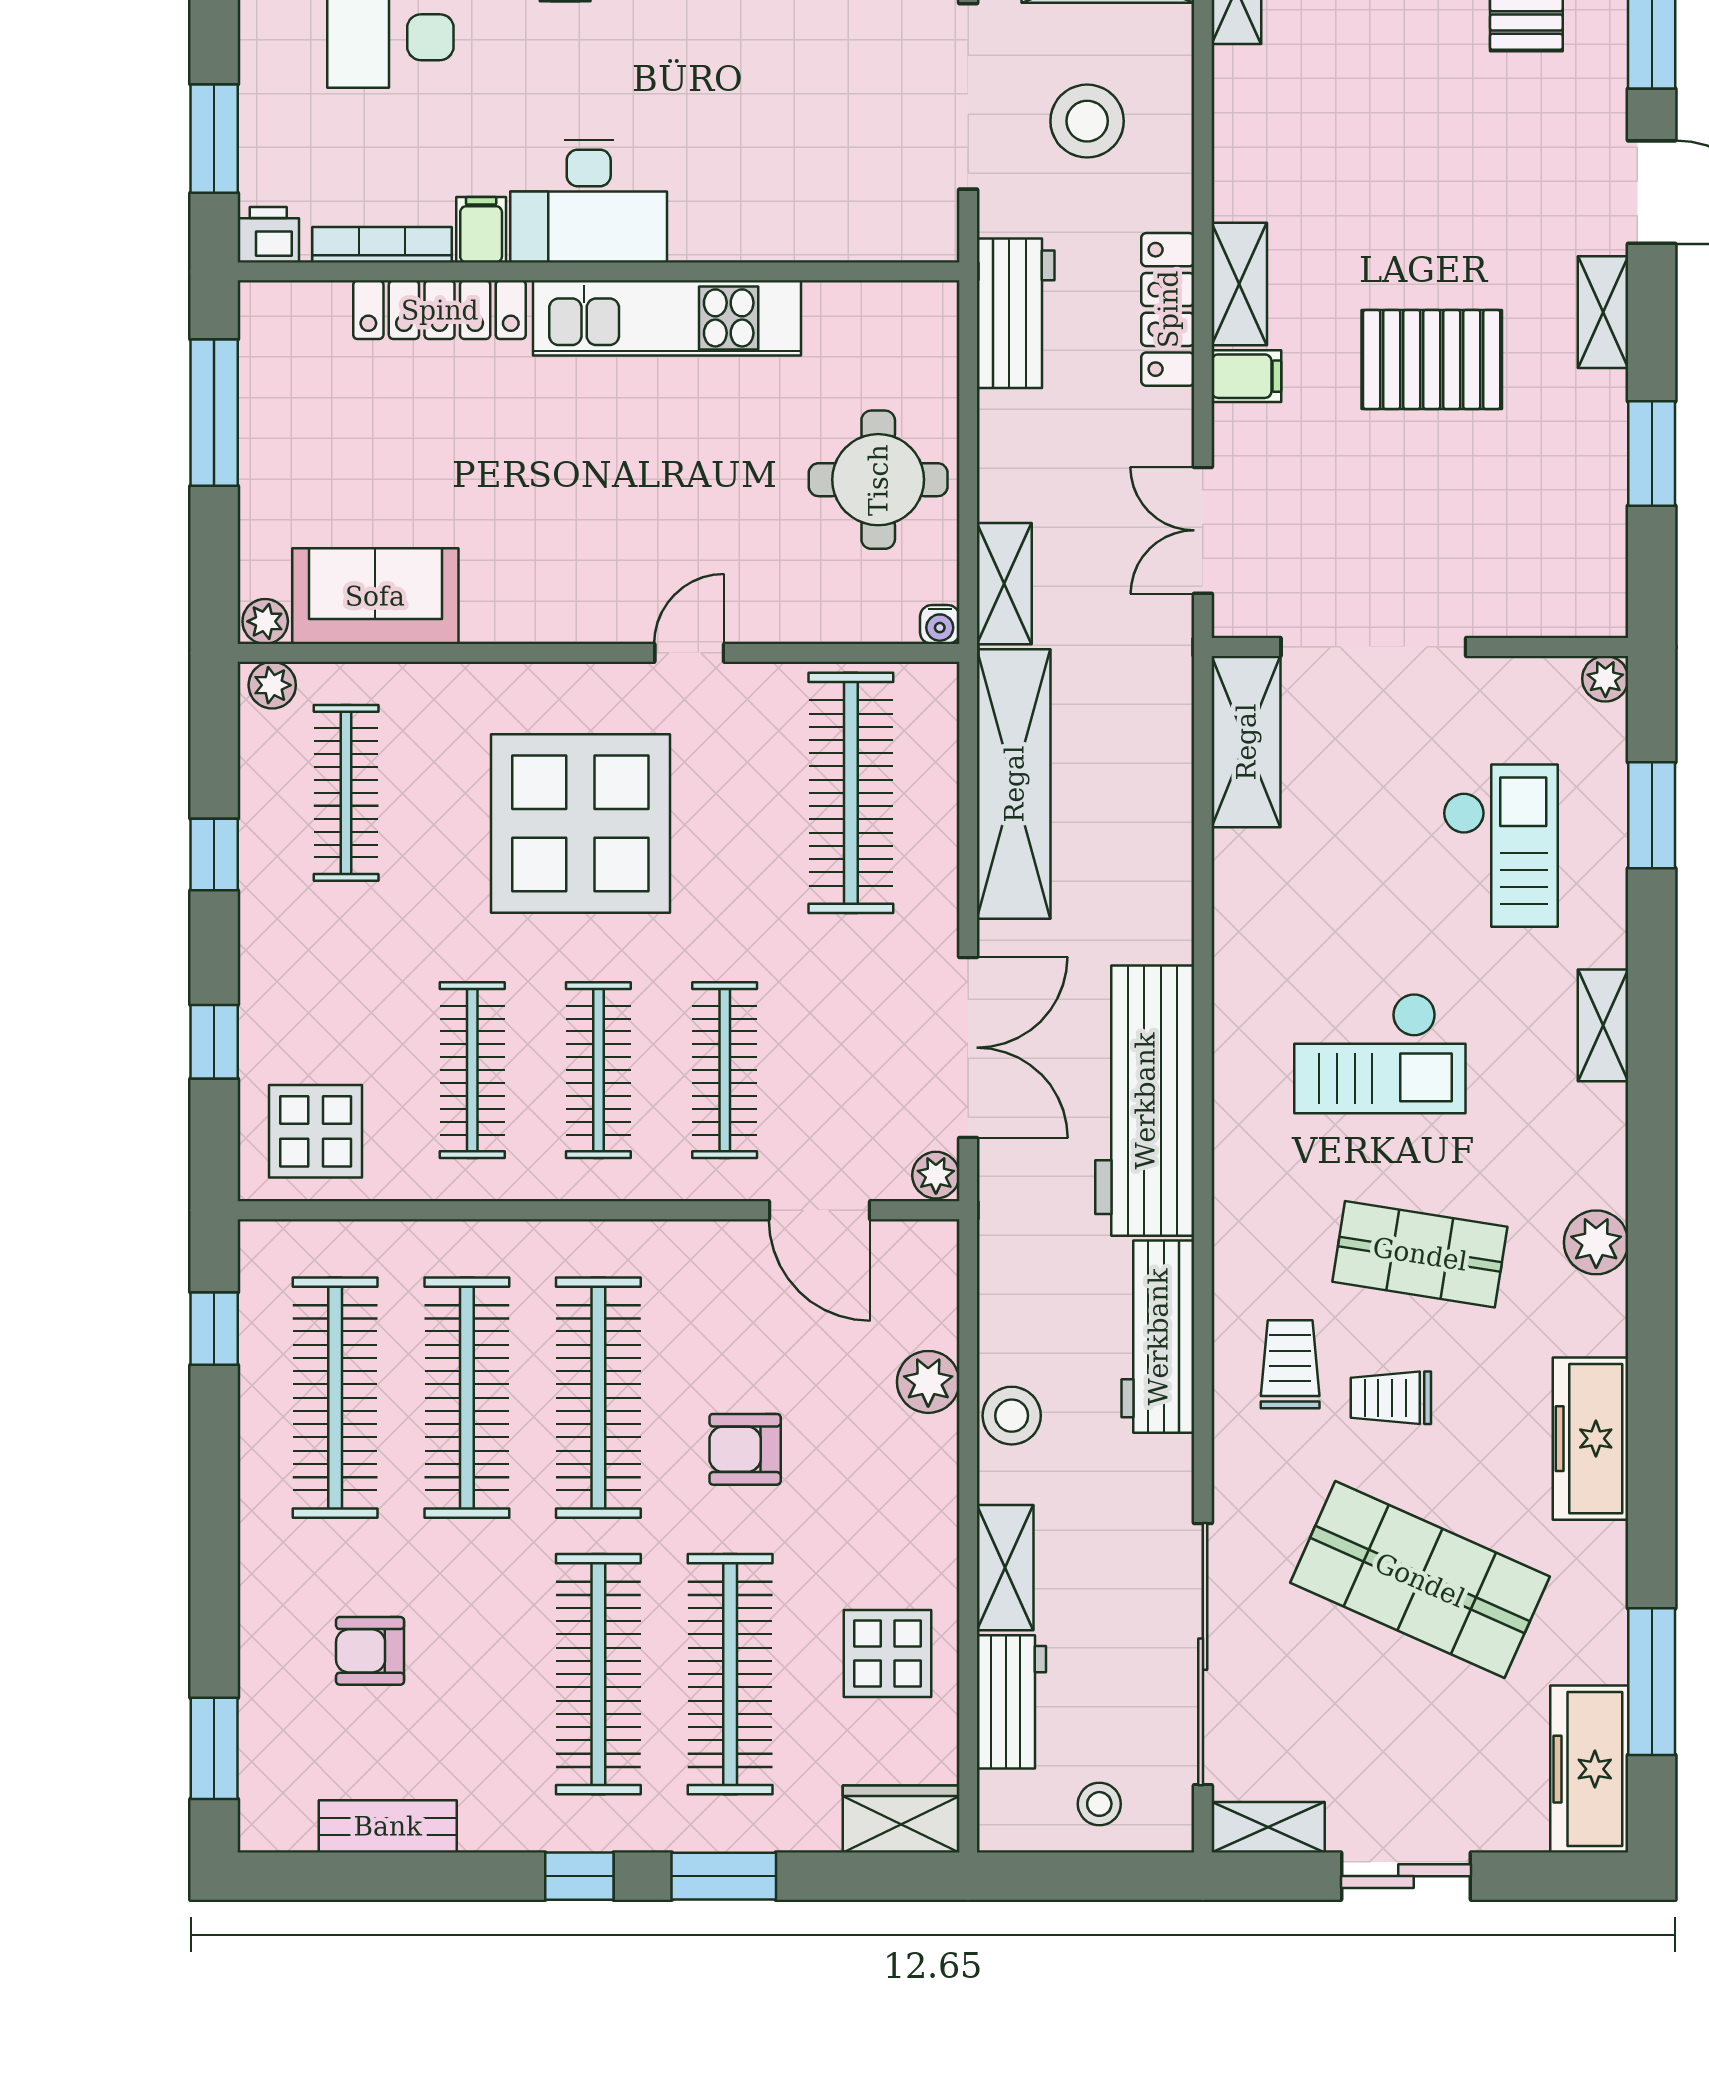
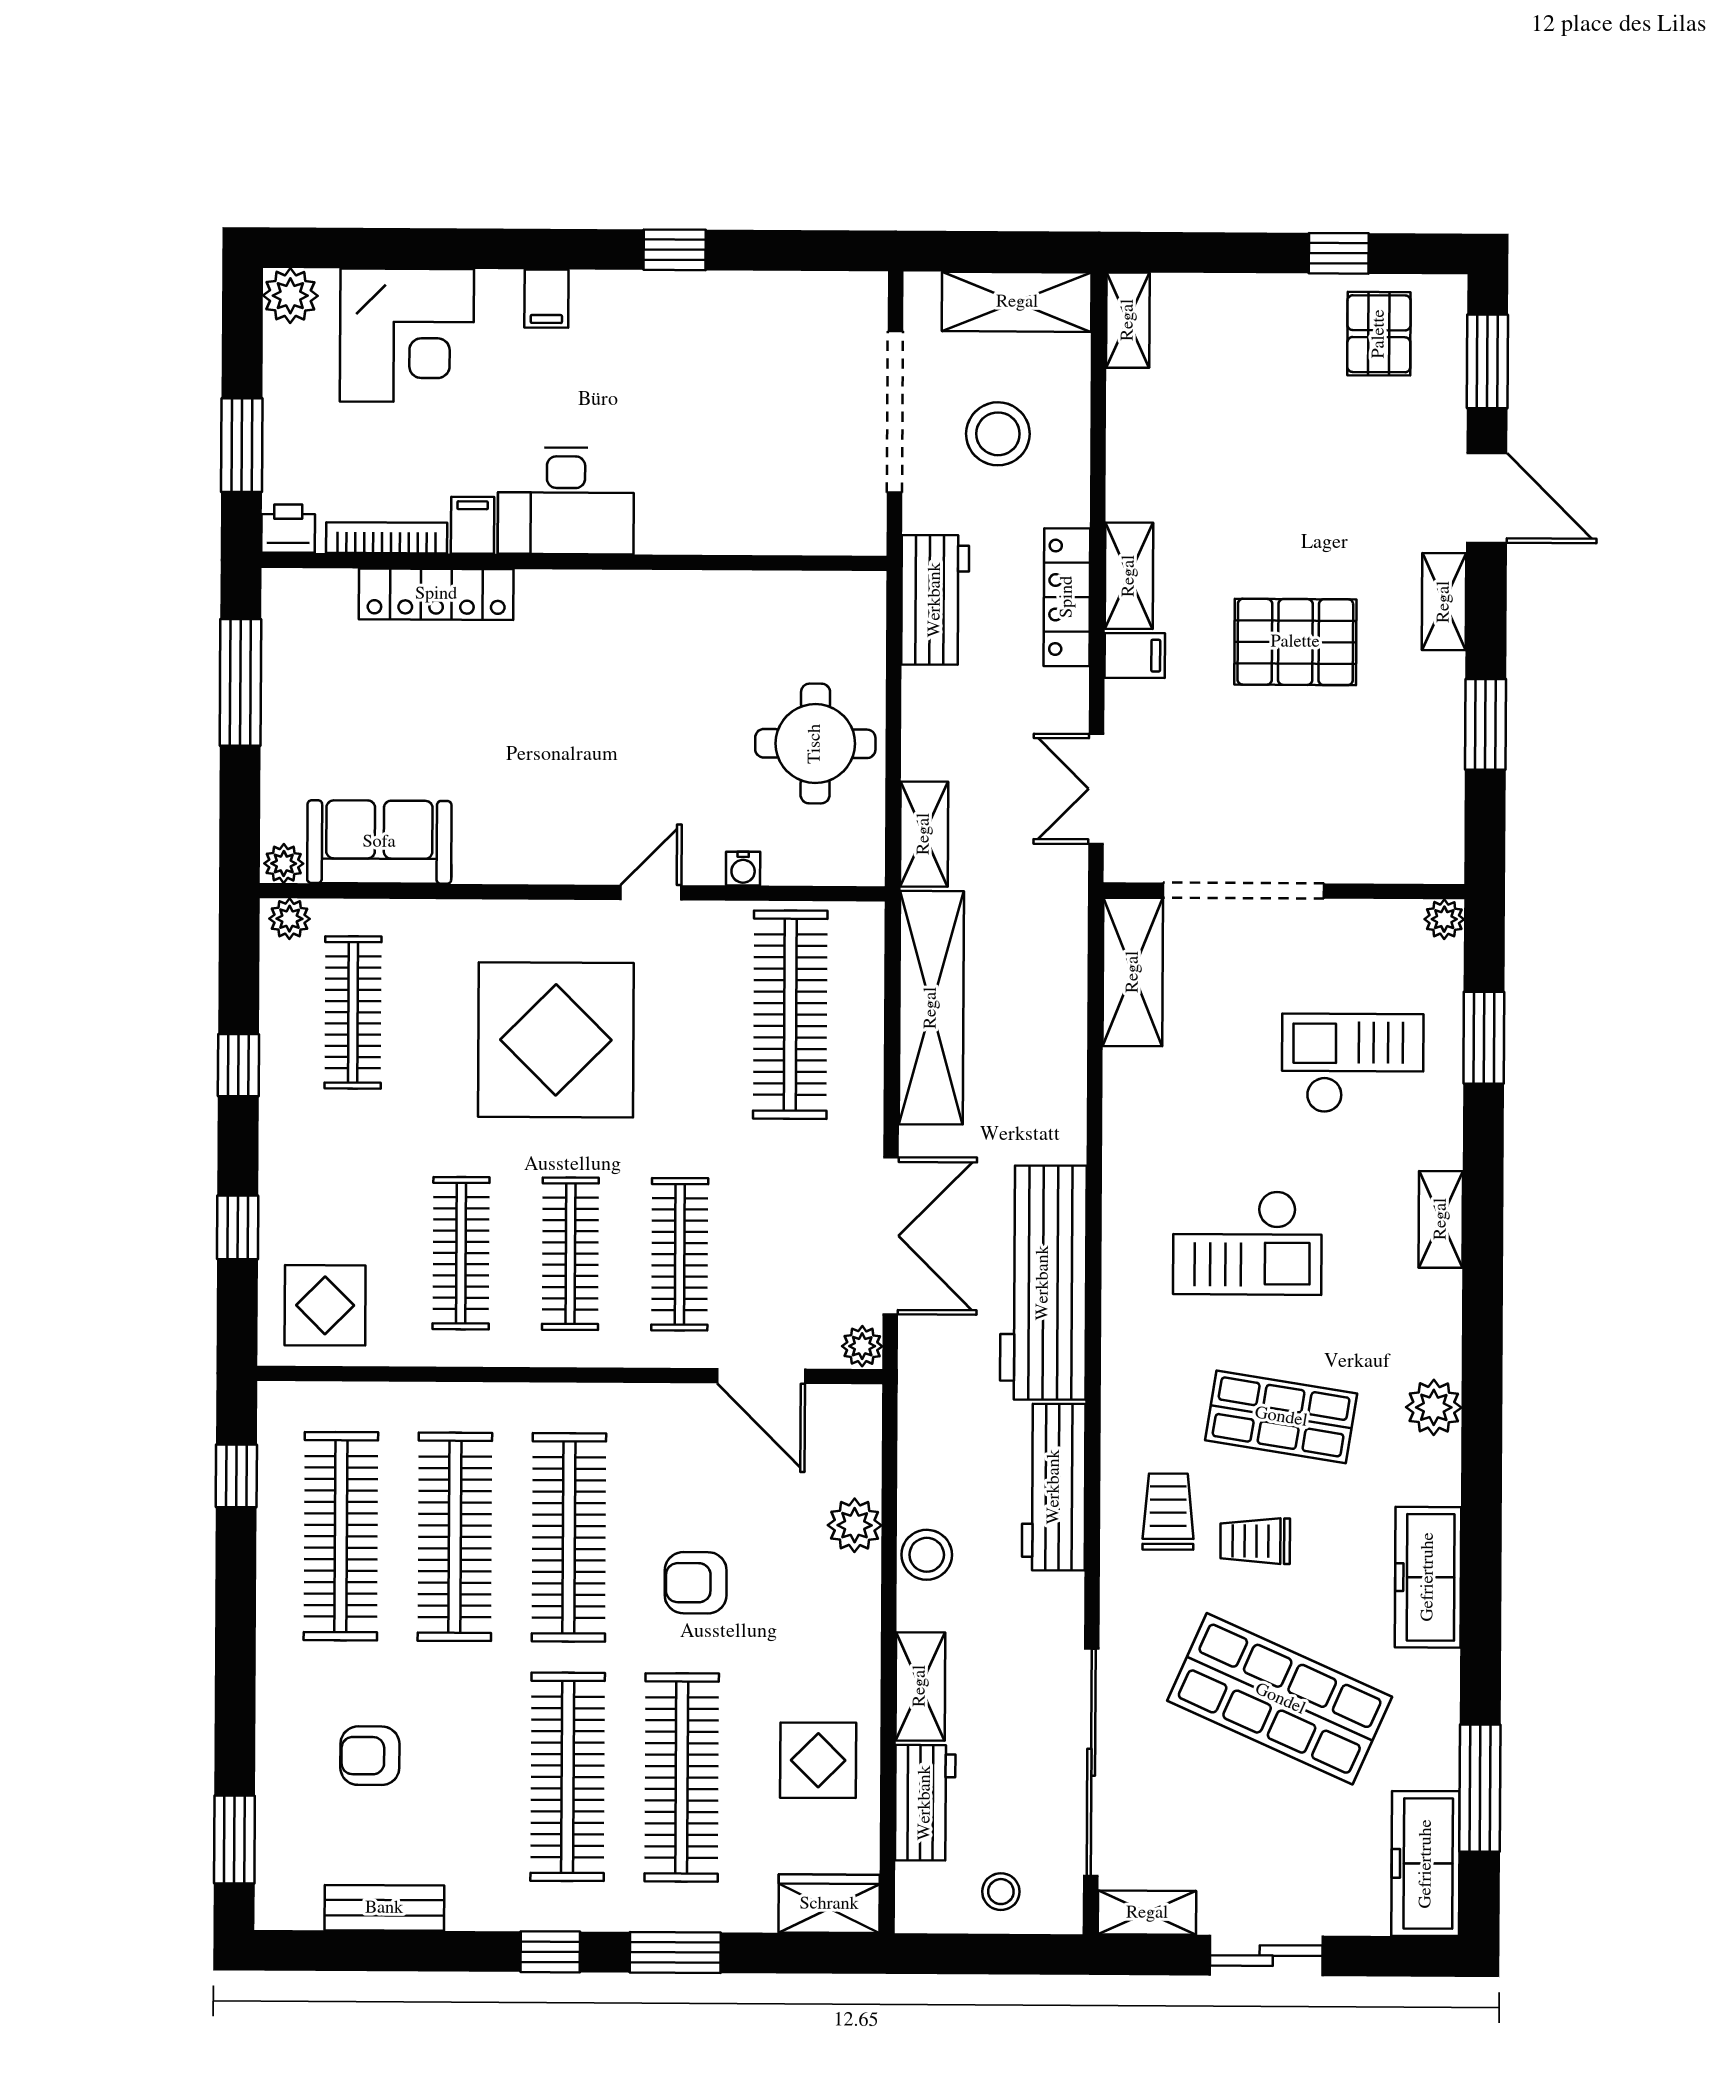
kitchen unit: (667, 318) -> (633, 602), removed
water cooler: (940, 624) -> (743, 869), moved
checkout: (1500, 846) -> (1353, 1063), turned -90

